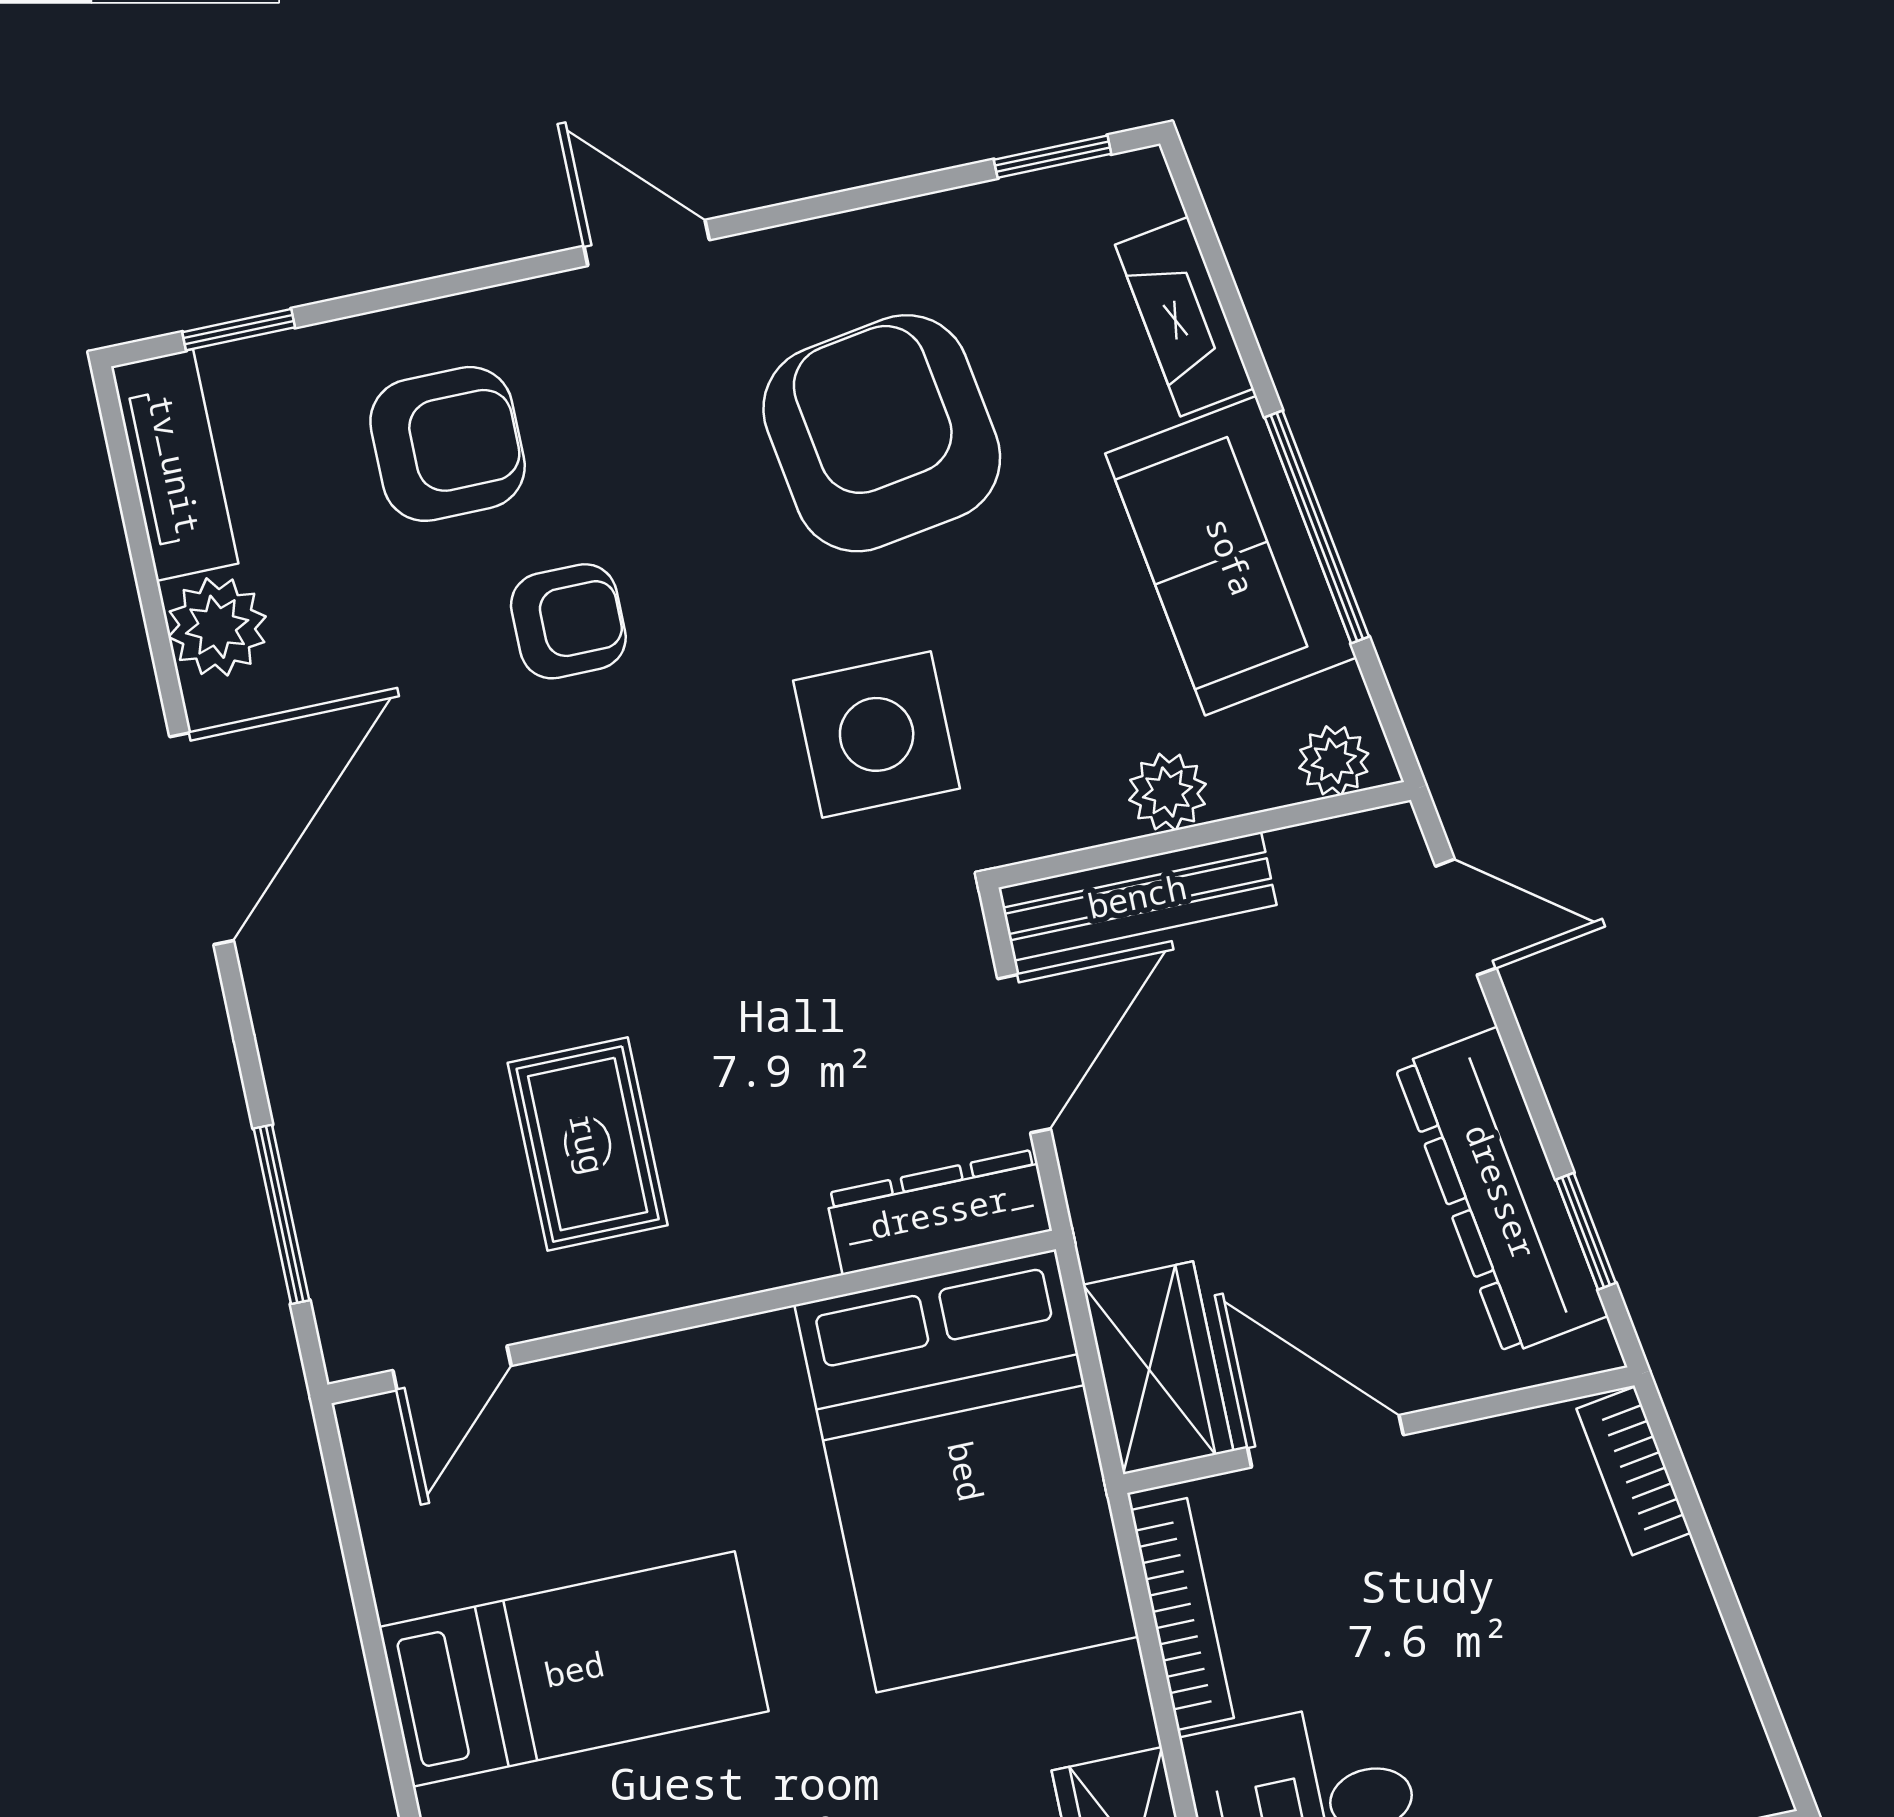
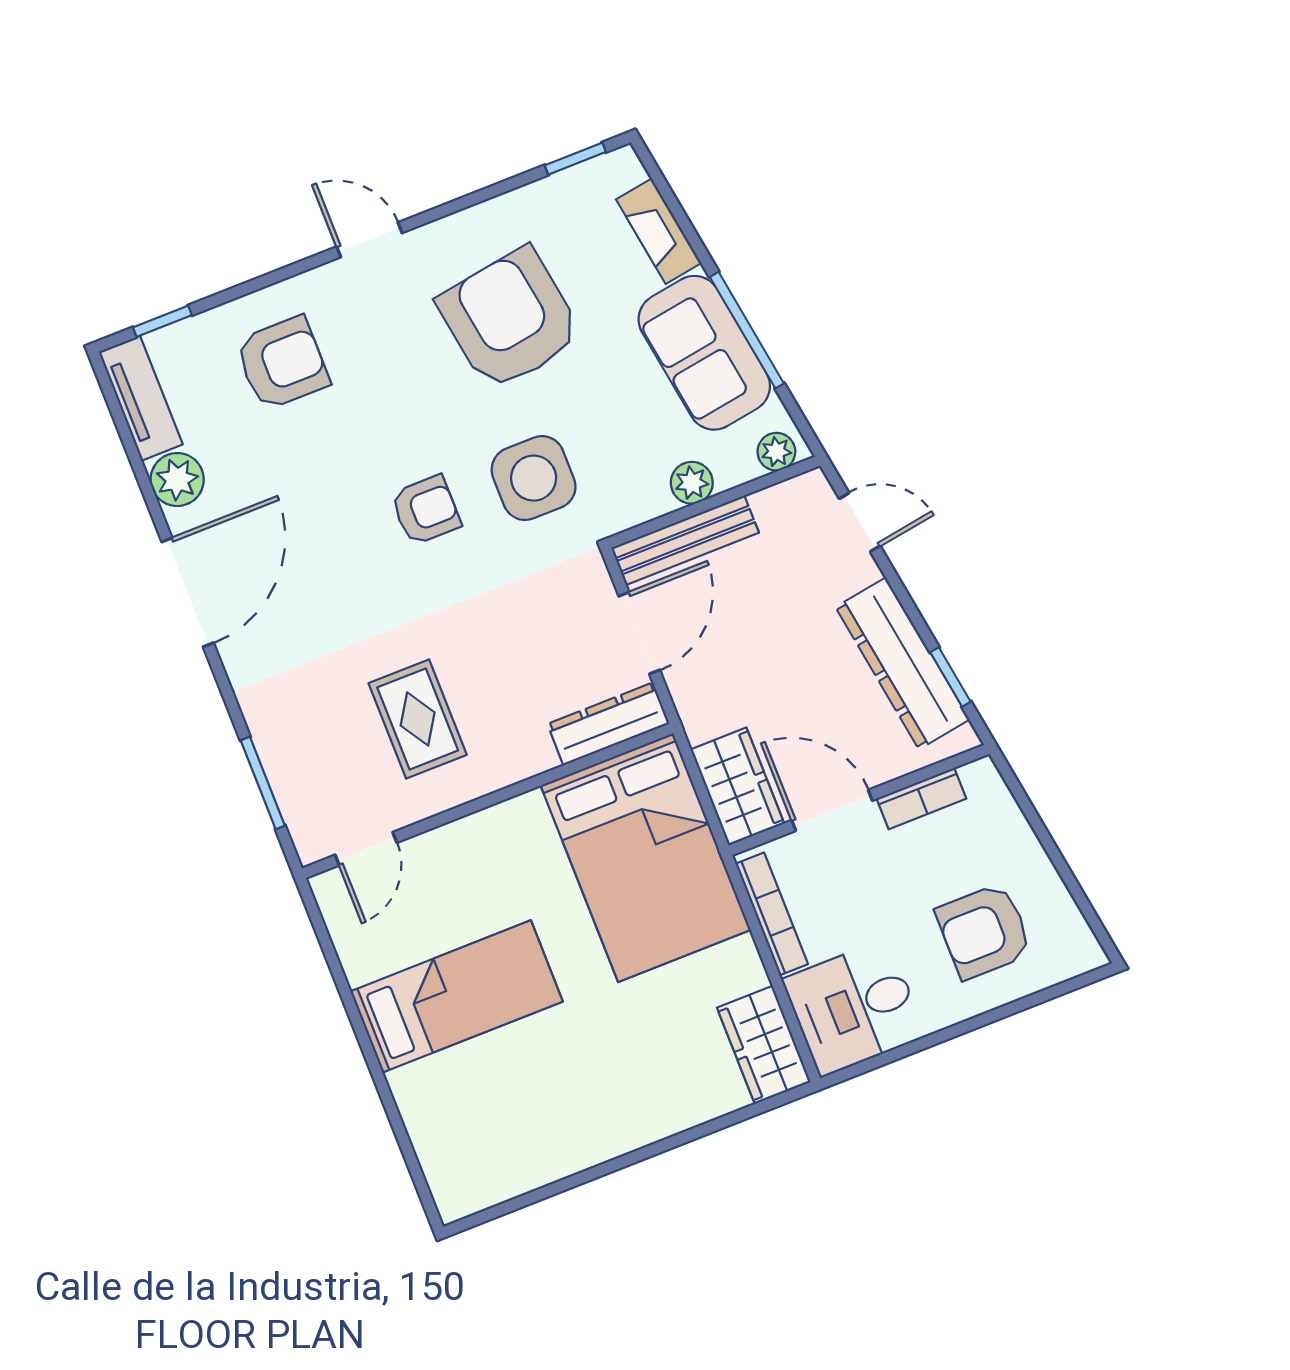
armchair: (568, 621) -> (426, 510), moved
bookcase: (1634, 1471) -> (921, 798), moved, turned -81
armchair: (1569, 1712) -> (984, 931), added

